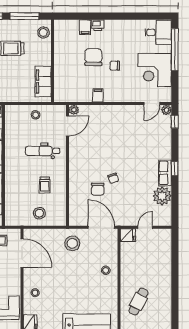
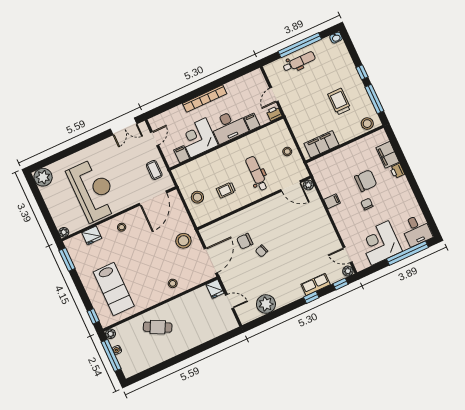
filing cabinet: (85, 27) -> (388, 155), width x2.00
window: (175, 169) -> (311, 297), moved
row of seats: (165, 173) -> (316, 284), moved

